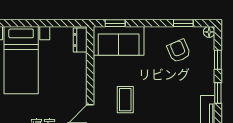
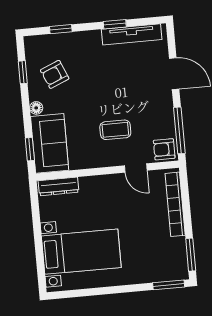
floor lamp: (209, 32) -> (36, 108), moved
dresser: (80, 40) -> (58, 186), width x1.44
window: (218, 93) -> (115, 24), moved

